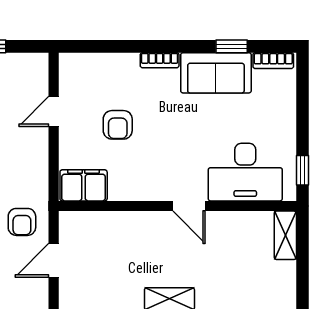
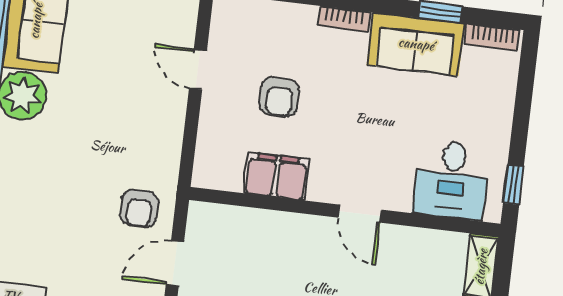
door: (54, 111) -> (198, 69), hinge flipped
desk: (245, 172) -> (451, 180), width x0.73
filing cabinet: (84, 185) -> (276, 176), moved

